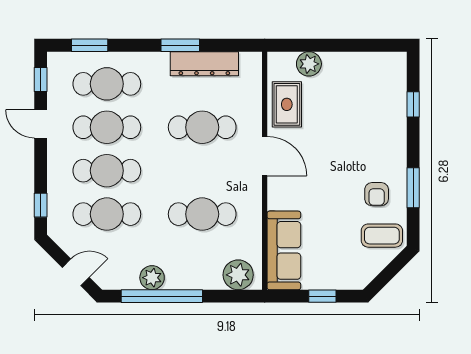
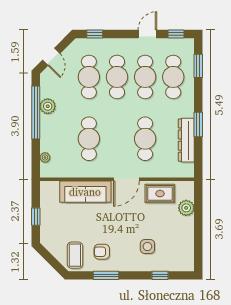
side table: (369, 124) -> (147, 247), added
sofa: (284, 250) -> (85, 192), moved
plant: (238, 275) -> (45, 158), width x0.53, depth x0.53

